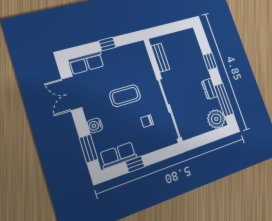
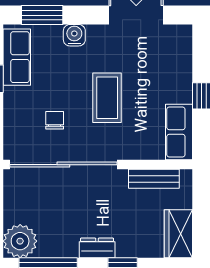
wardrobe: (184, 37) -> (178, 234), added
row of seats: (86, 63) -> (179, 132), moved
dresser: (209, 89) -> (97, 248), moved

